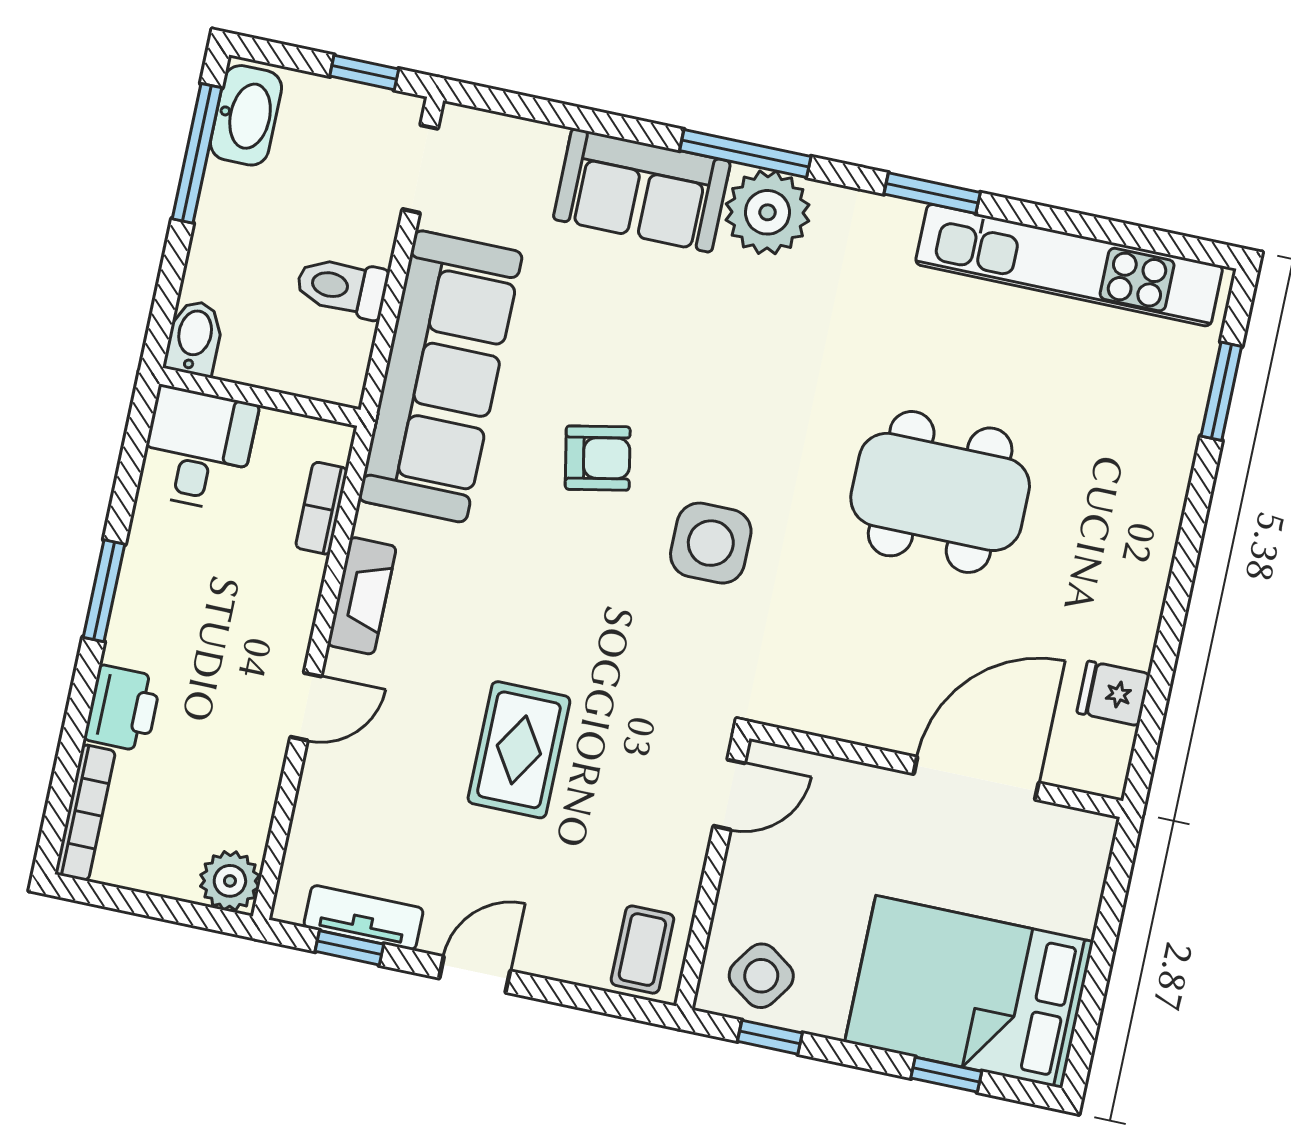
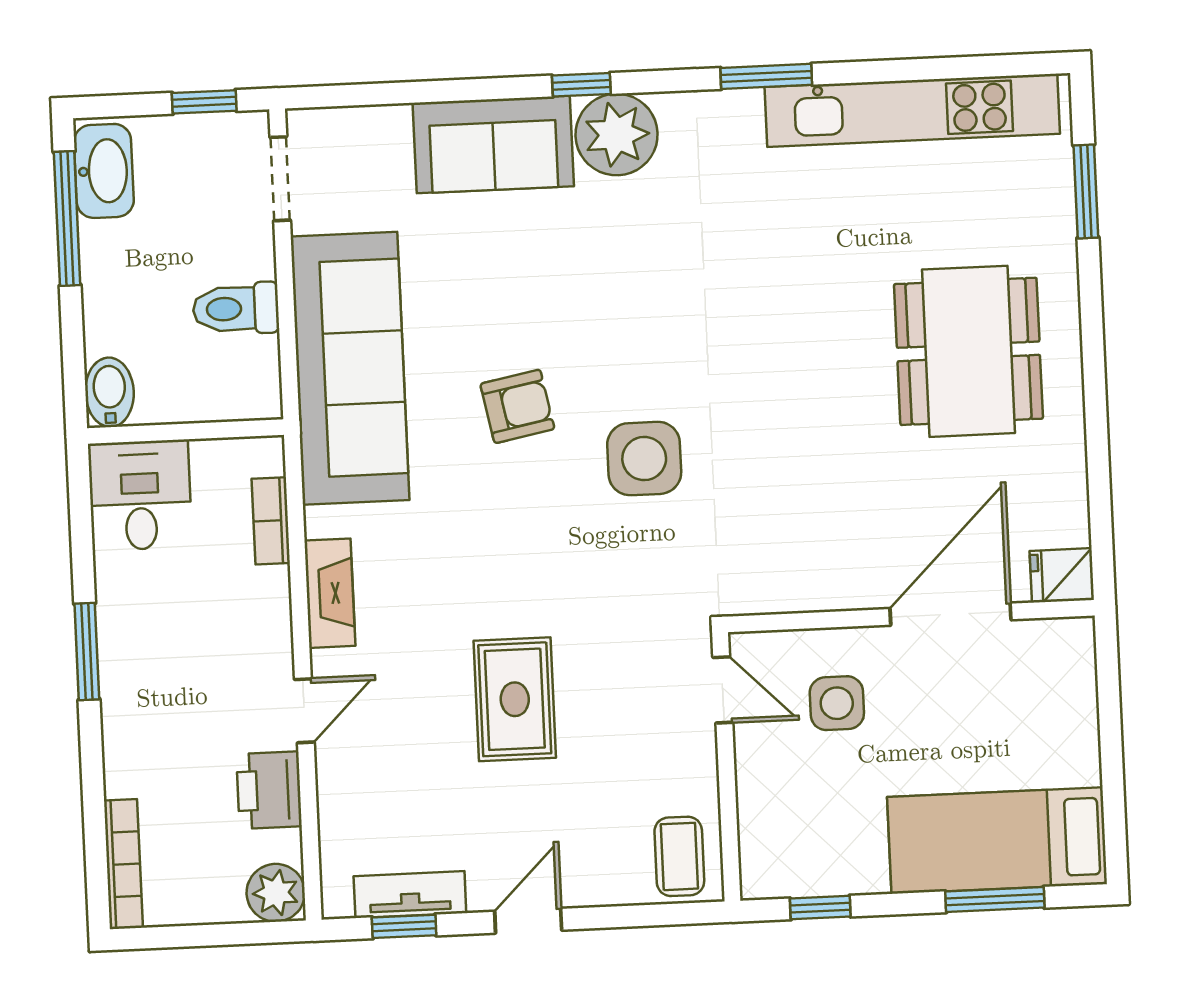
window: (745, 153) -> (581, 85), width x0.46
dining table: (940, 492) -> (968, 351), moved, turned 90
fridge: (1113, 693) -> (1062, 575), moved
printer: (123, 708) -> (269, 790), moved, turned 180
door: (729, 795) -> (723, 690), hinge flipped
side table: (761, 976) -> (837, 703), moved, turned -35
bed: (969, 992) -> (997, 841), width x0.67
window: (946, 1075) -> (995, 900), width x1.50

